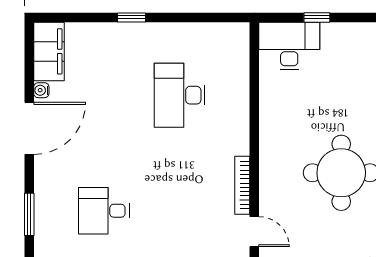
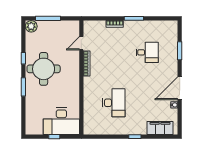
desk: (289, 46) -> (61, 121), width x1.36, depth x1.30
filing cabinet: (49, 51) -> (160, 128), moved, turned 90
door: (254, 232) -> (81, 43), hinge flipped

